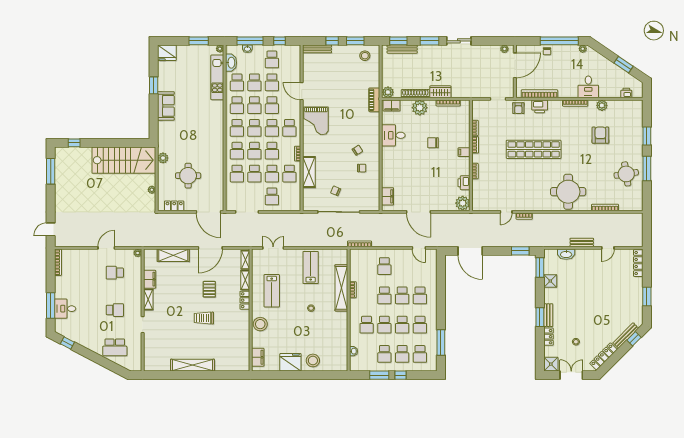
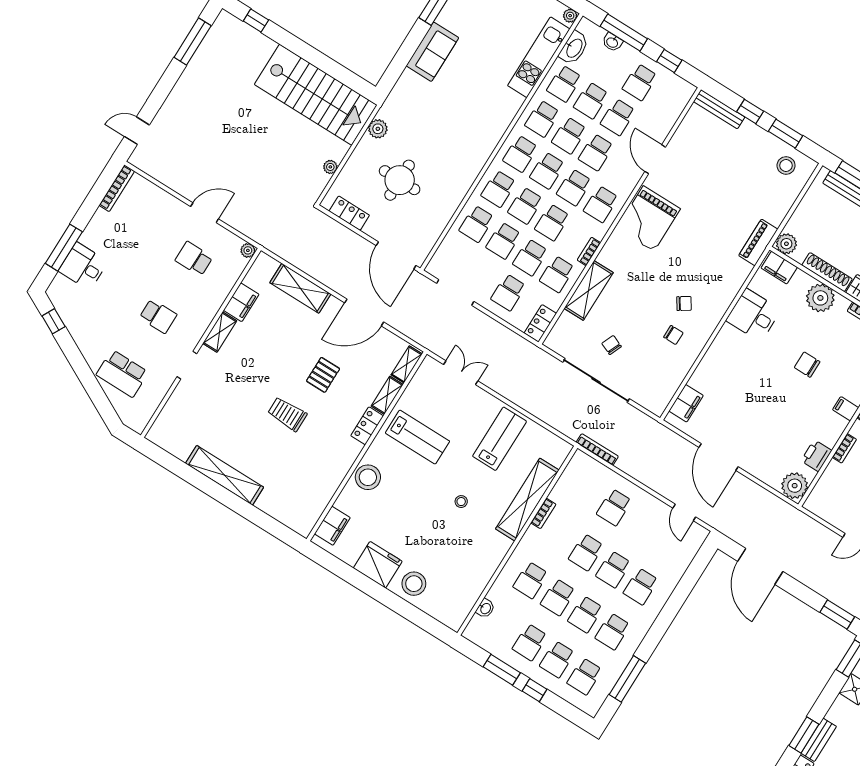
locker: (296, 202) -> (540, 323), added
lab bench: (272, 291) -> (417, 437), turned -90

